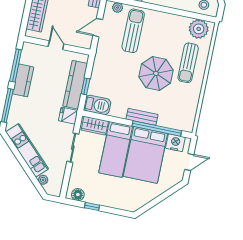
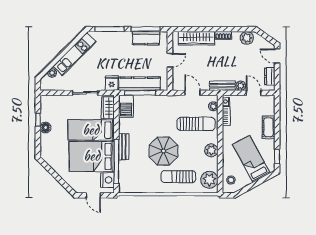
plant: (166, 20) -> (211, 150), added
kitchen counter: (23, 80) -> (146, 38), moved
window: (86, 86) -> (140, 93), width x2.17
floor lamp: (78, 195) -> (46, 128), moved

